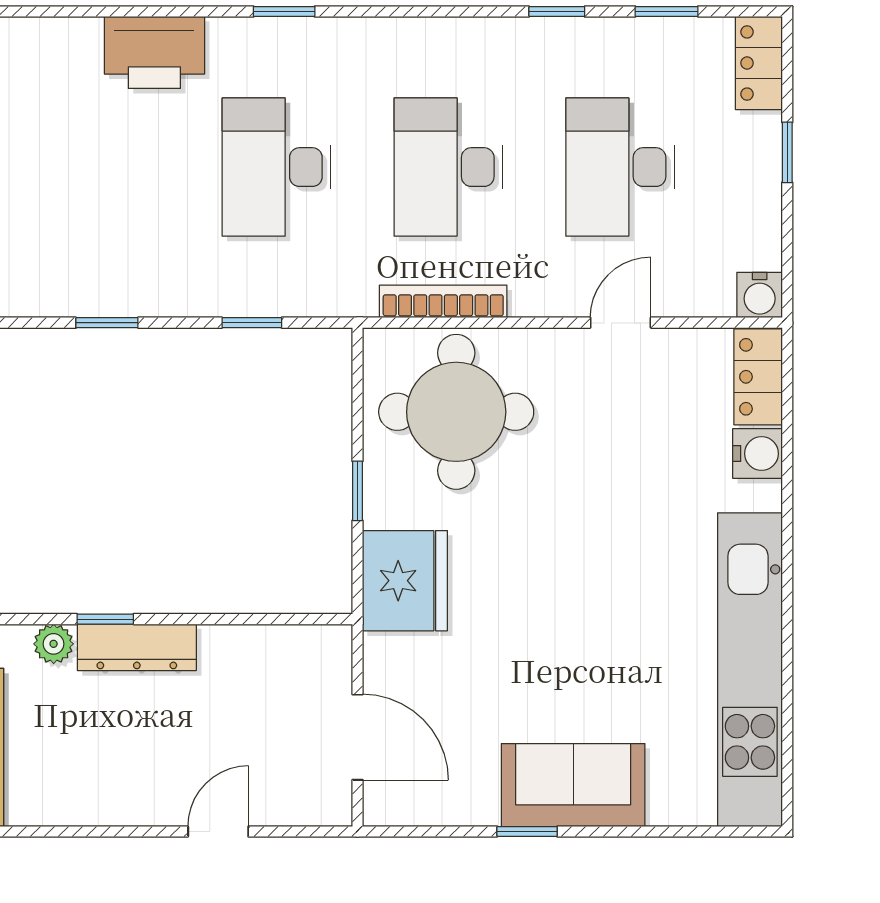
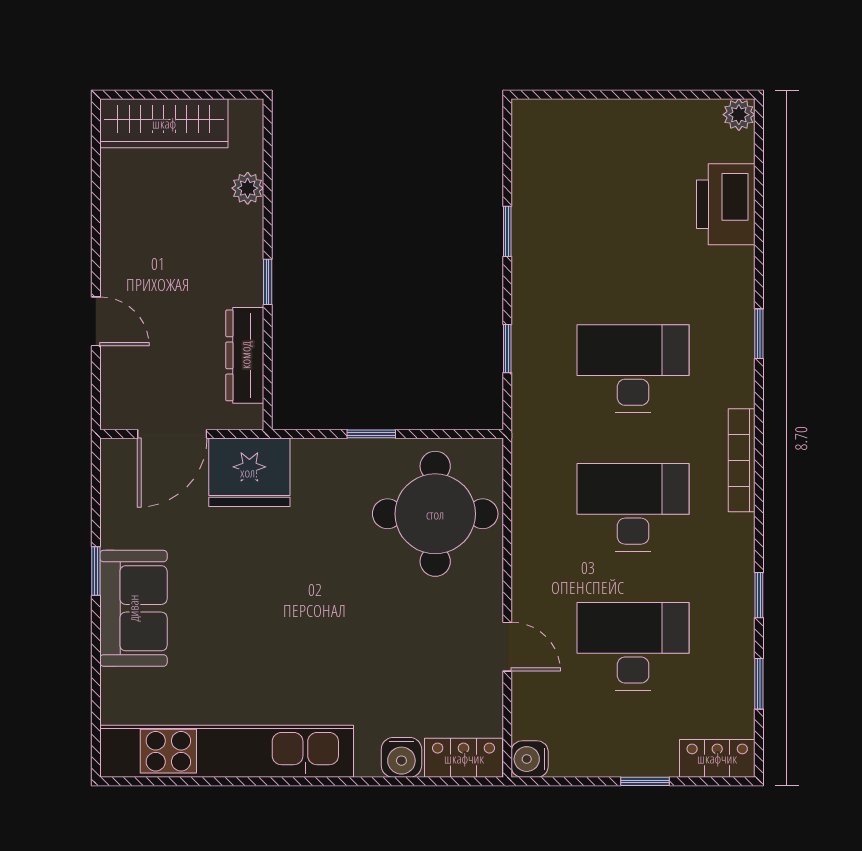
window: (284, 11) -> (759, 334), moved
printer: (154, 52) -> (726, 204), moved
bookcase: (443, 301) -> (742, 460), moved, turned 180
fridge: (405, 581) -> (249, 472), moved
window: (105, 619) -> (268, 282), moved
dresser: (137, 647) -> (245, 355), moved

